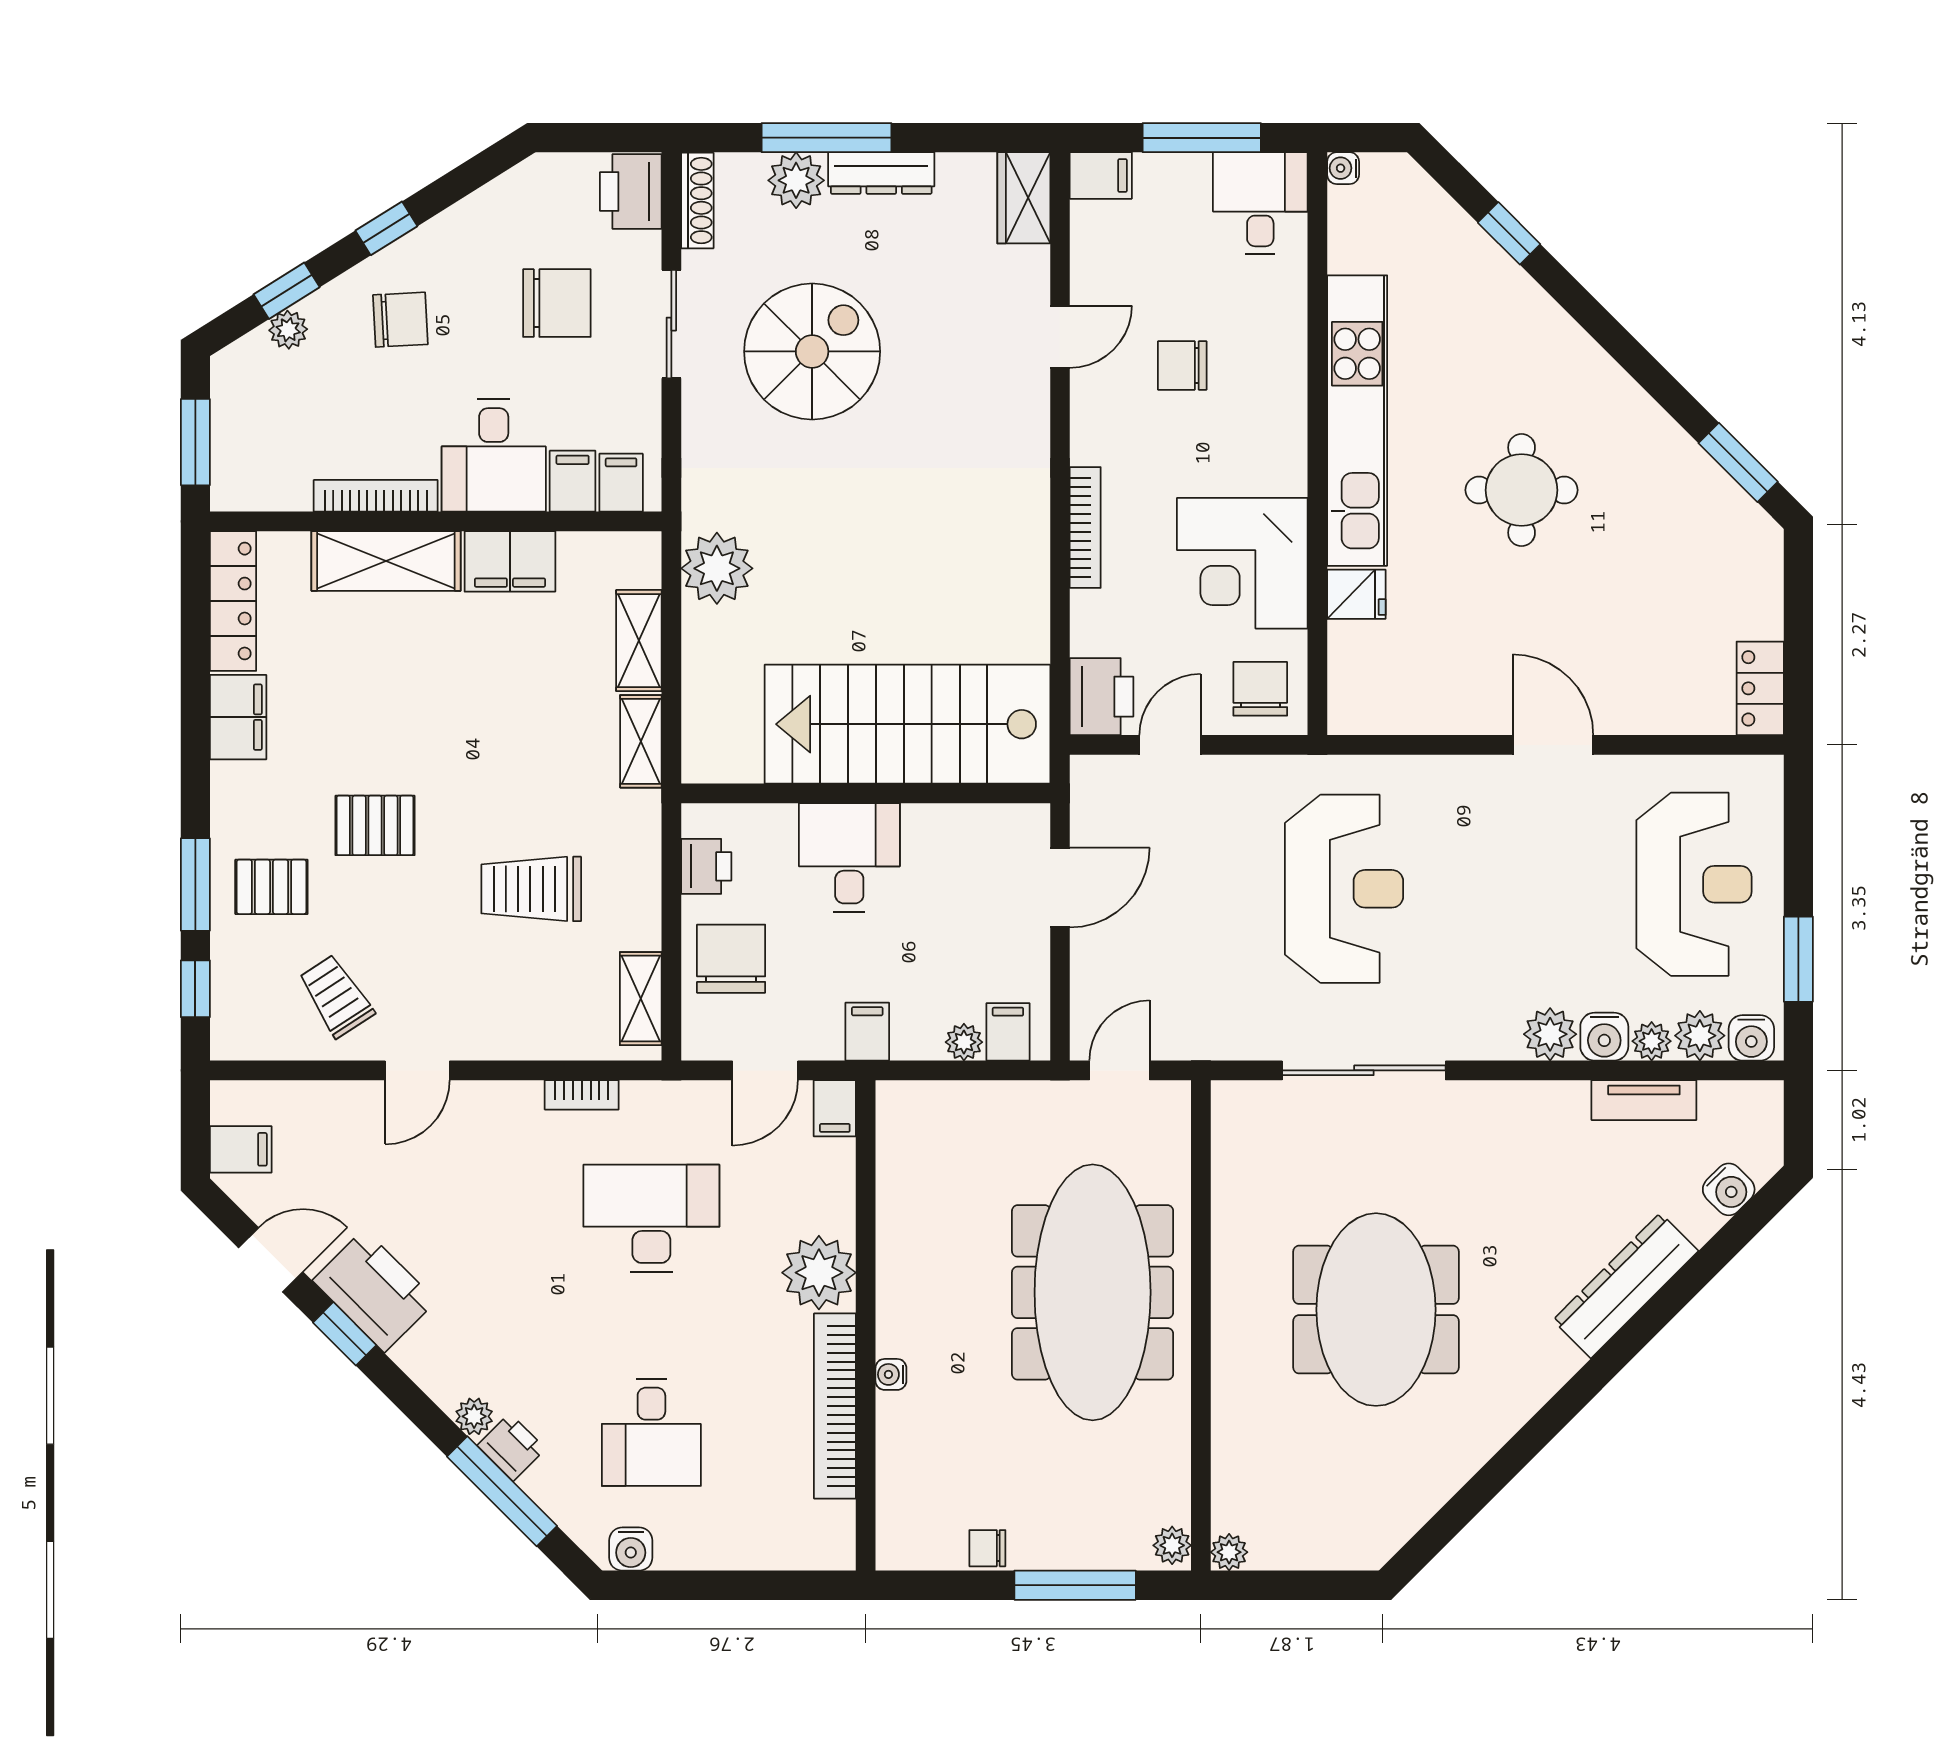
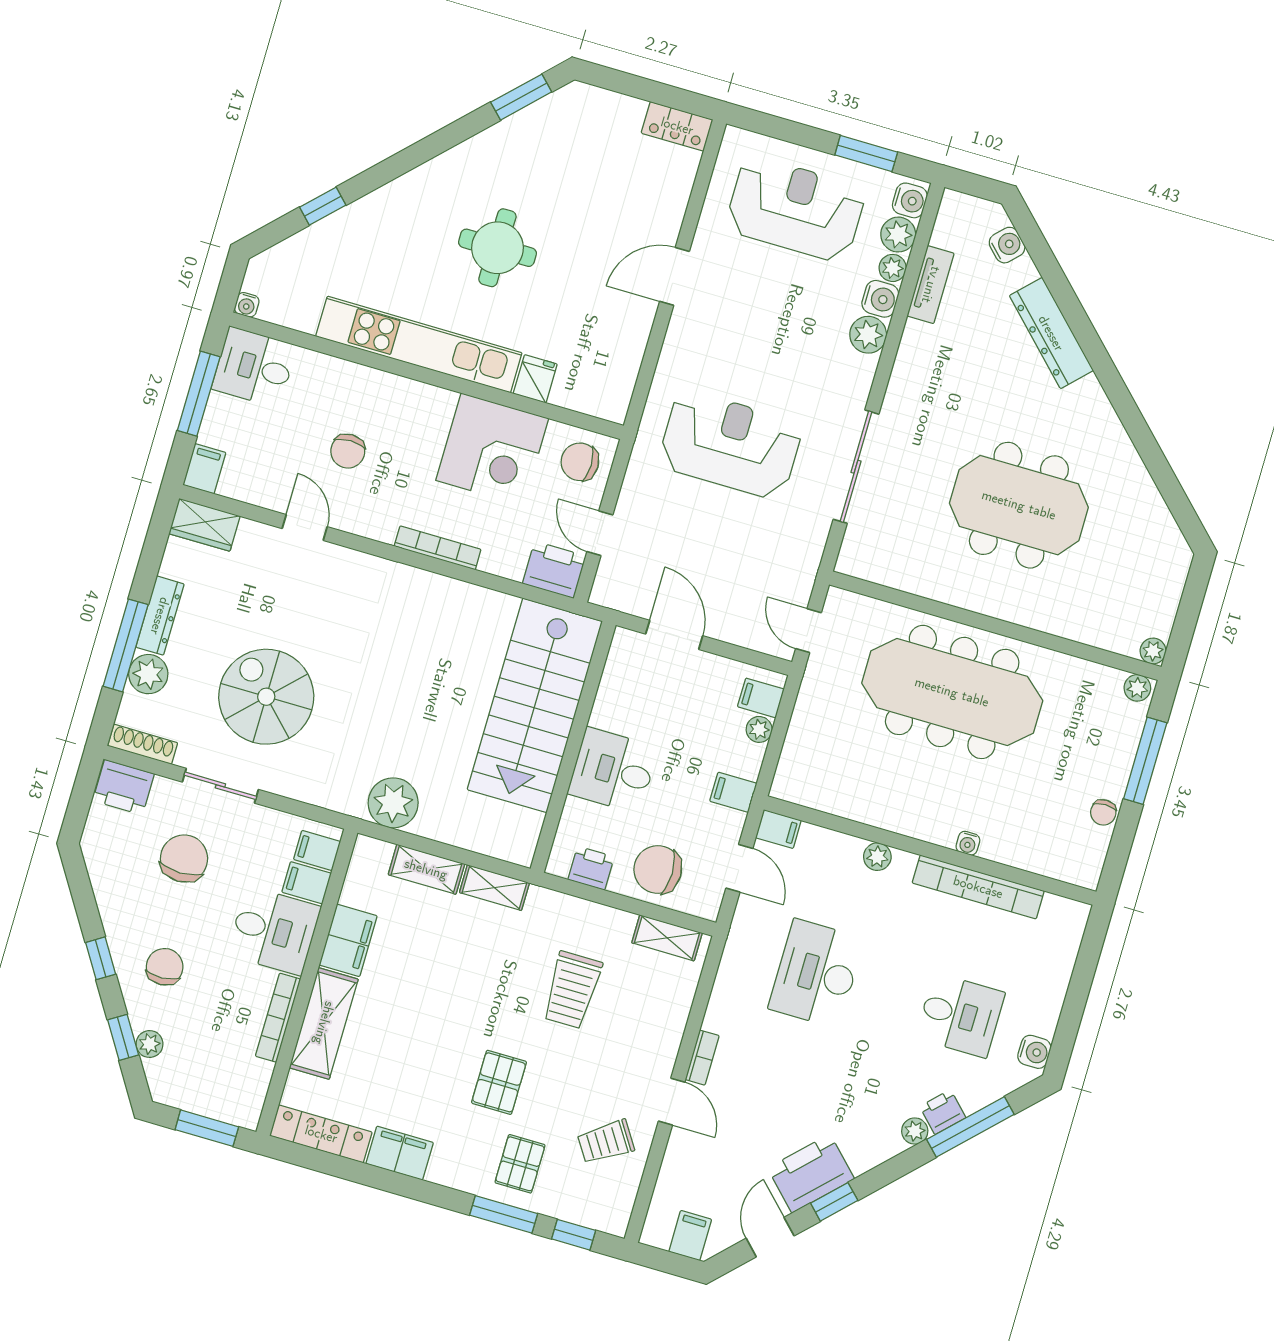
bookcase: (582, 1095) -> (702, 1058), moved
plant: (819, 1273) -> (877, 857), width x0.53, depth x0.53

